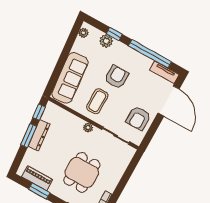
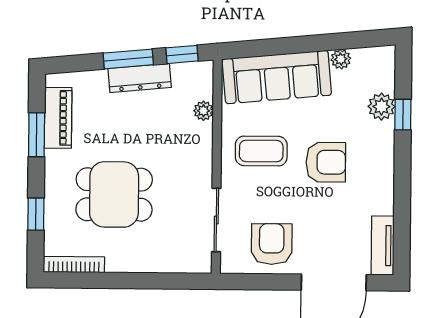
plant: (83, 33) -> (341, 59), moved
window: (150, 54) -> (402, 200), removed
armchair: (138, 118) -> (272, 244), turned 90
plant: (88, 128) -> (203, 111), moved

